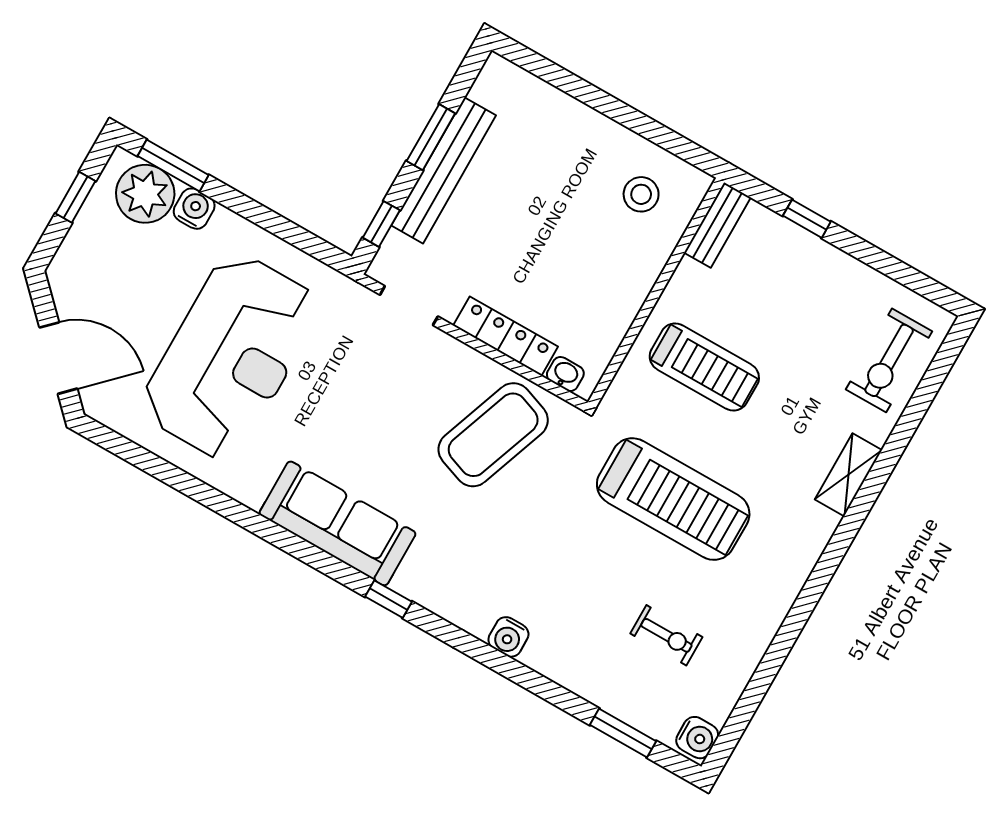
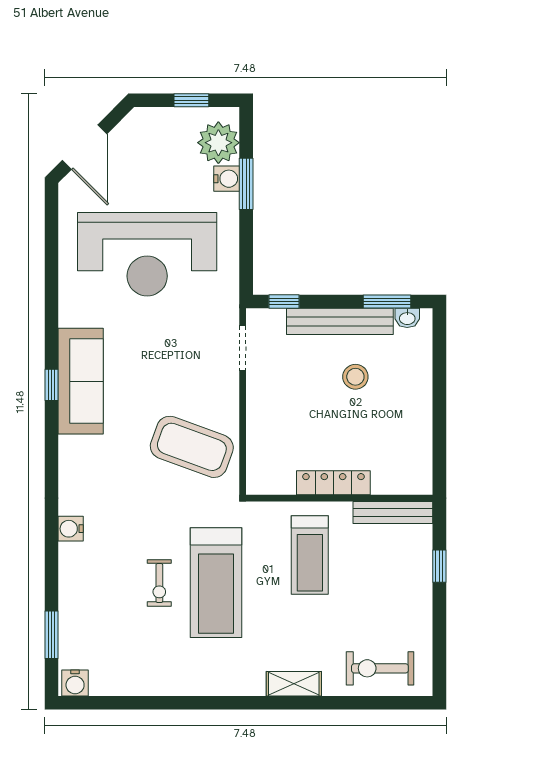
window: (431, 137) -> (387, 301), moved
window: (173, 166) -> (246, 184), moved
stool: (641, 194) -> (355, 377), moved
bench: (717, 225) -> (393, 512), width x1.36
locker: (506, 336) -> (333, 483), moved, turned -90
washbasin: (565, 374) -> (407, 318), moved, turned 90
window: (389, 599) -> (51, 385), moved
exercise bike: (666, 635) -> (159, 583), moved

